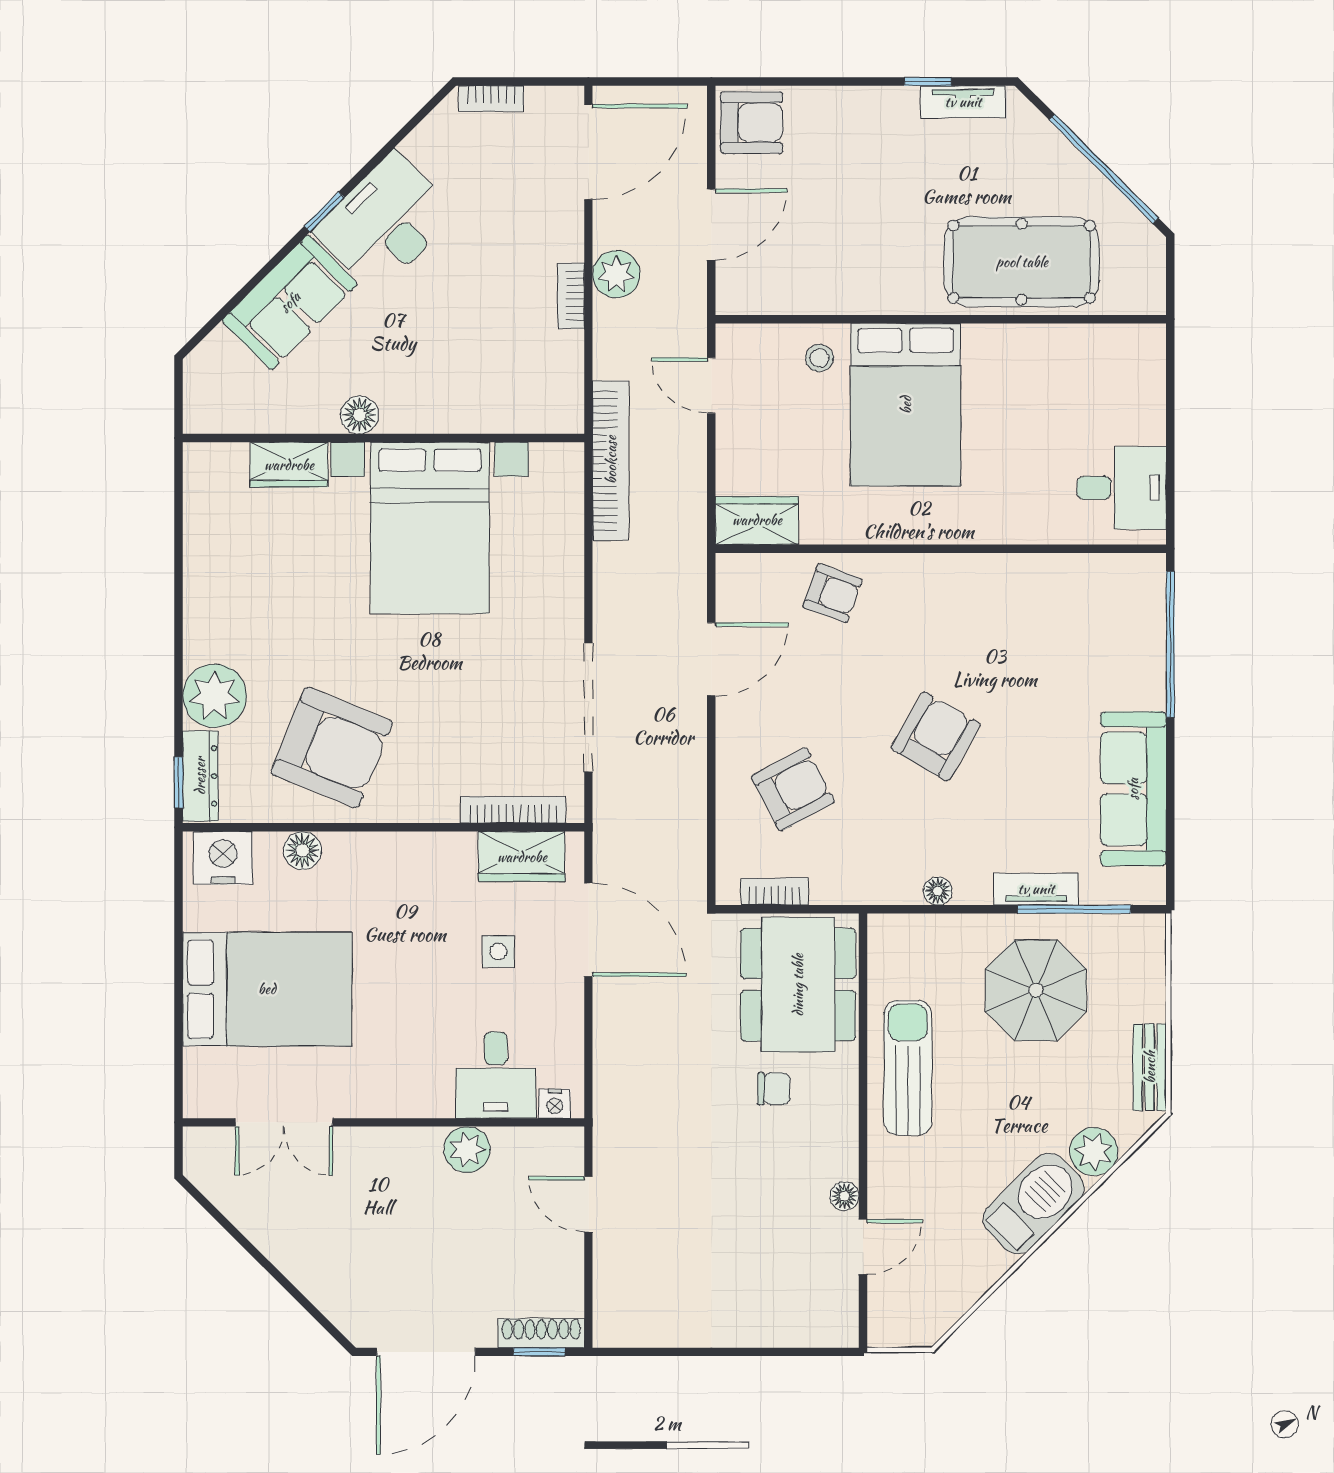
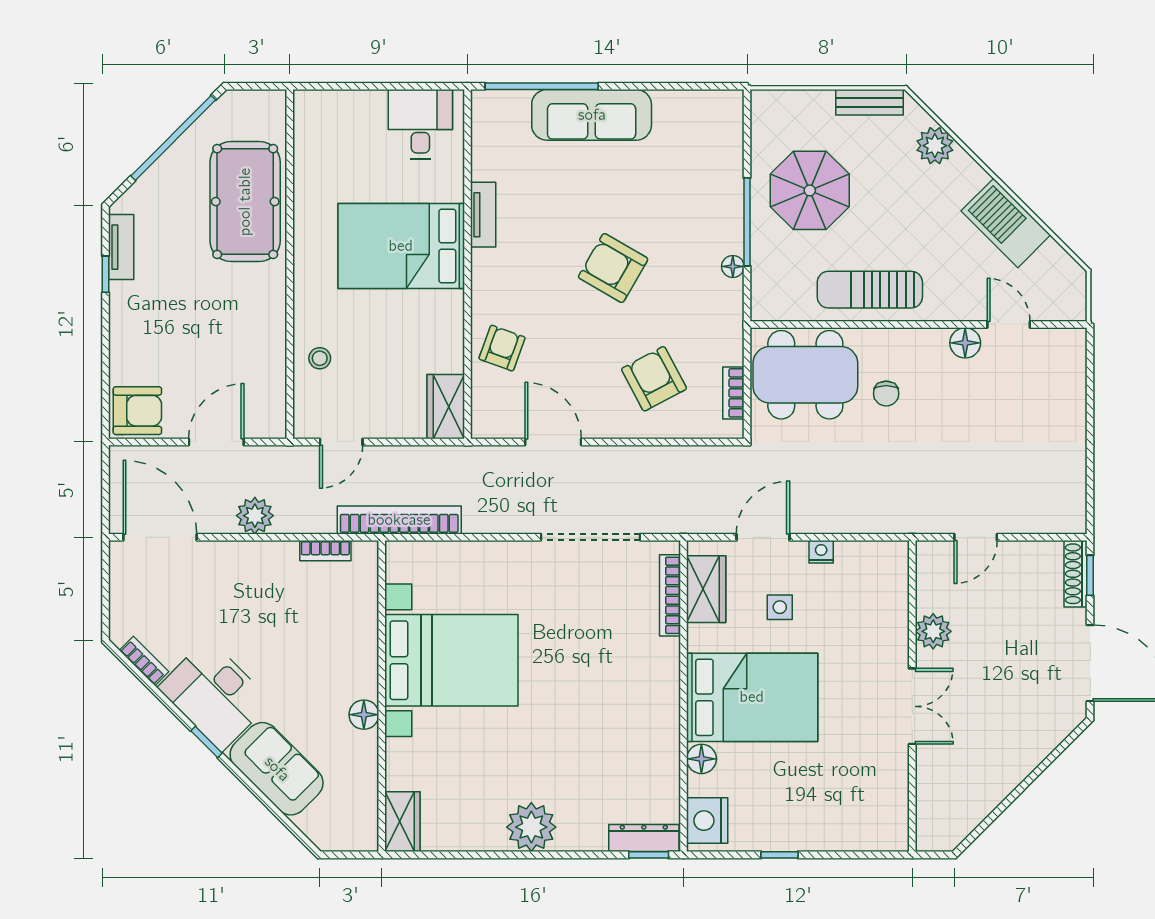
bookcase: (491, 99) -> (144, 661), moved, turned -45
armchair: (752, 123) -> (137, 411), turned 90
door: (711, 224) -> (216, 442), hinge flipped
bookcase: (571, 296) -> (325, 551), moved
bed: (906, 405) -> (401, 246), moved, turned 180
wardrobe: (289, 465) -> (402, 822), moved
plant: (215, 696) -> (531, 827), moved
armchair: (332, 748) -> (622, 736), removed
sofa: (1133, 789) -> (592, 115), moved
tv unit: (1036, 889) -> (483, 215), moved, turned 180
window: (1074, 909) -> (747, 222), moved
door: (588, 930) -> (763, 537), width x0.73
window: (179, 951) -> (779, 855), added
bed: (267, 989) -> (752, 697), moved, turned 90
desk: (496, 1075) -> (876, 609), removed
chair: (774, 1089) -> (886, 394), turned 180
nightstand: (555, 1104) -> (821, 552), moved, turned -90
double door: (284, 1122) -> (912, 706), moved
floor lamp: (844, 1196) -> (965, 343), width x1.37, depth x1.37
barbecue: (1034, 1203) -> (1006, 223), moved

